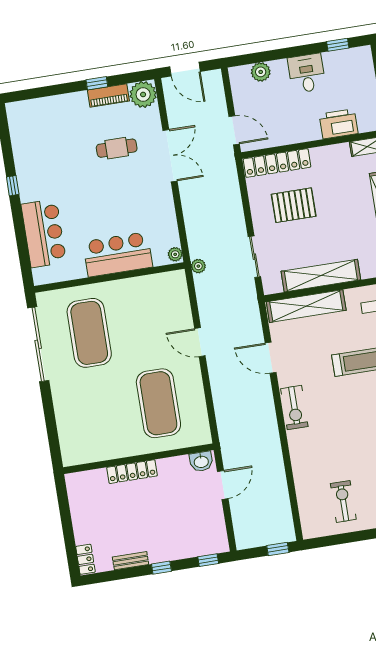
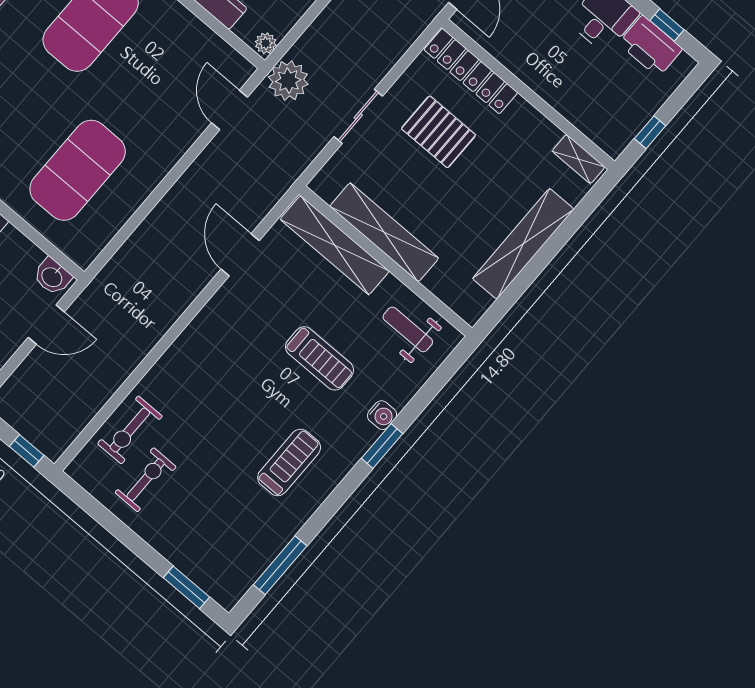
printer: (339, 124) -> (650, 46), moved, turned 180
sliding door: (254, 257) -> (358, 116), moved
plant: (198, 266) -> (288, 81), width x1.87, depth x1.87
door: (200, 342) -> (230, 110), moved
exercise bike: (294, 408) -> (130, 430), moved

